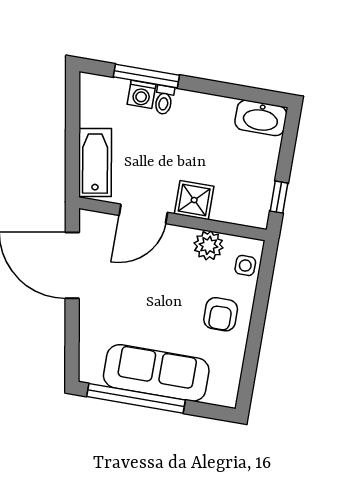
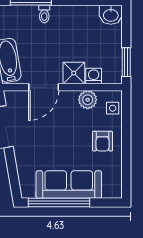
washing machine: (142, 94) -> (94, 76), moved, turned 180
washbasin: (261, 118) -> (111, 15), width x0.72
window: (279, 197) -> (126, 62), width x1.50

